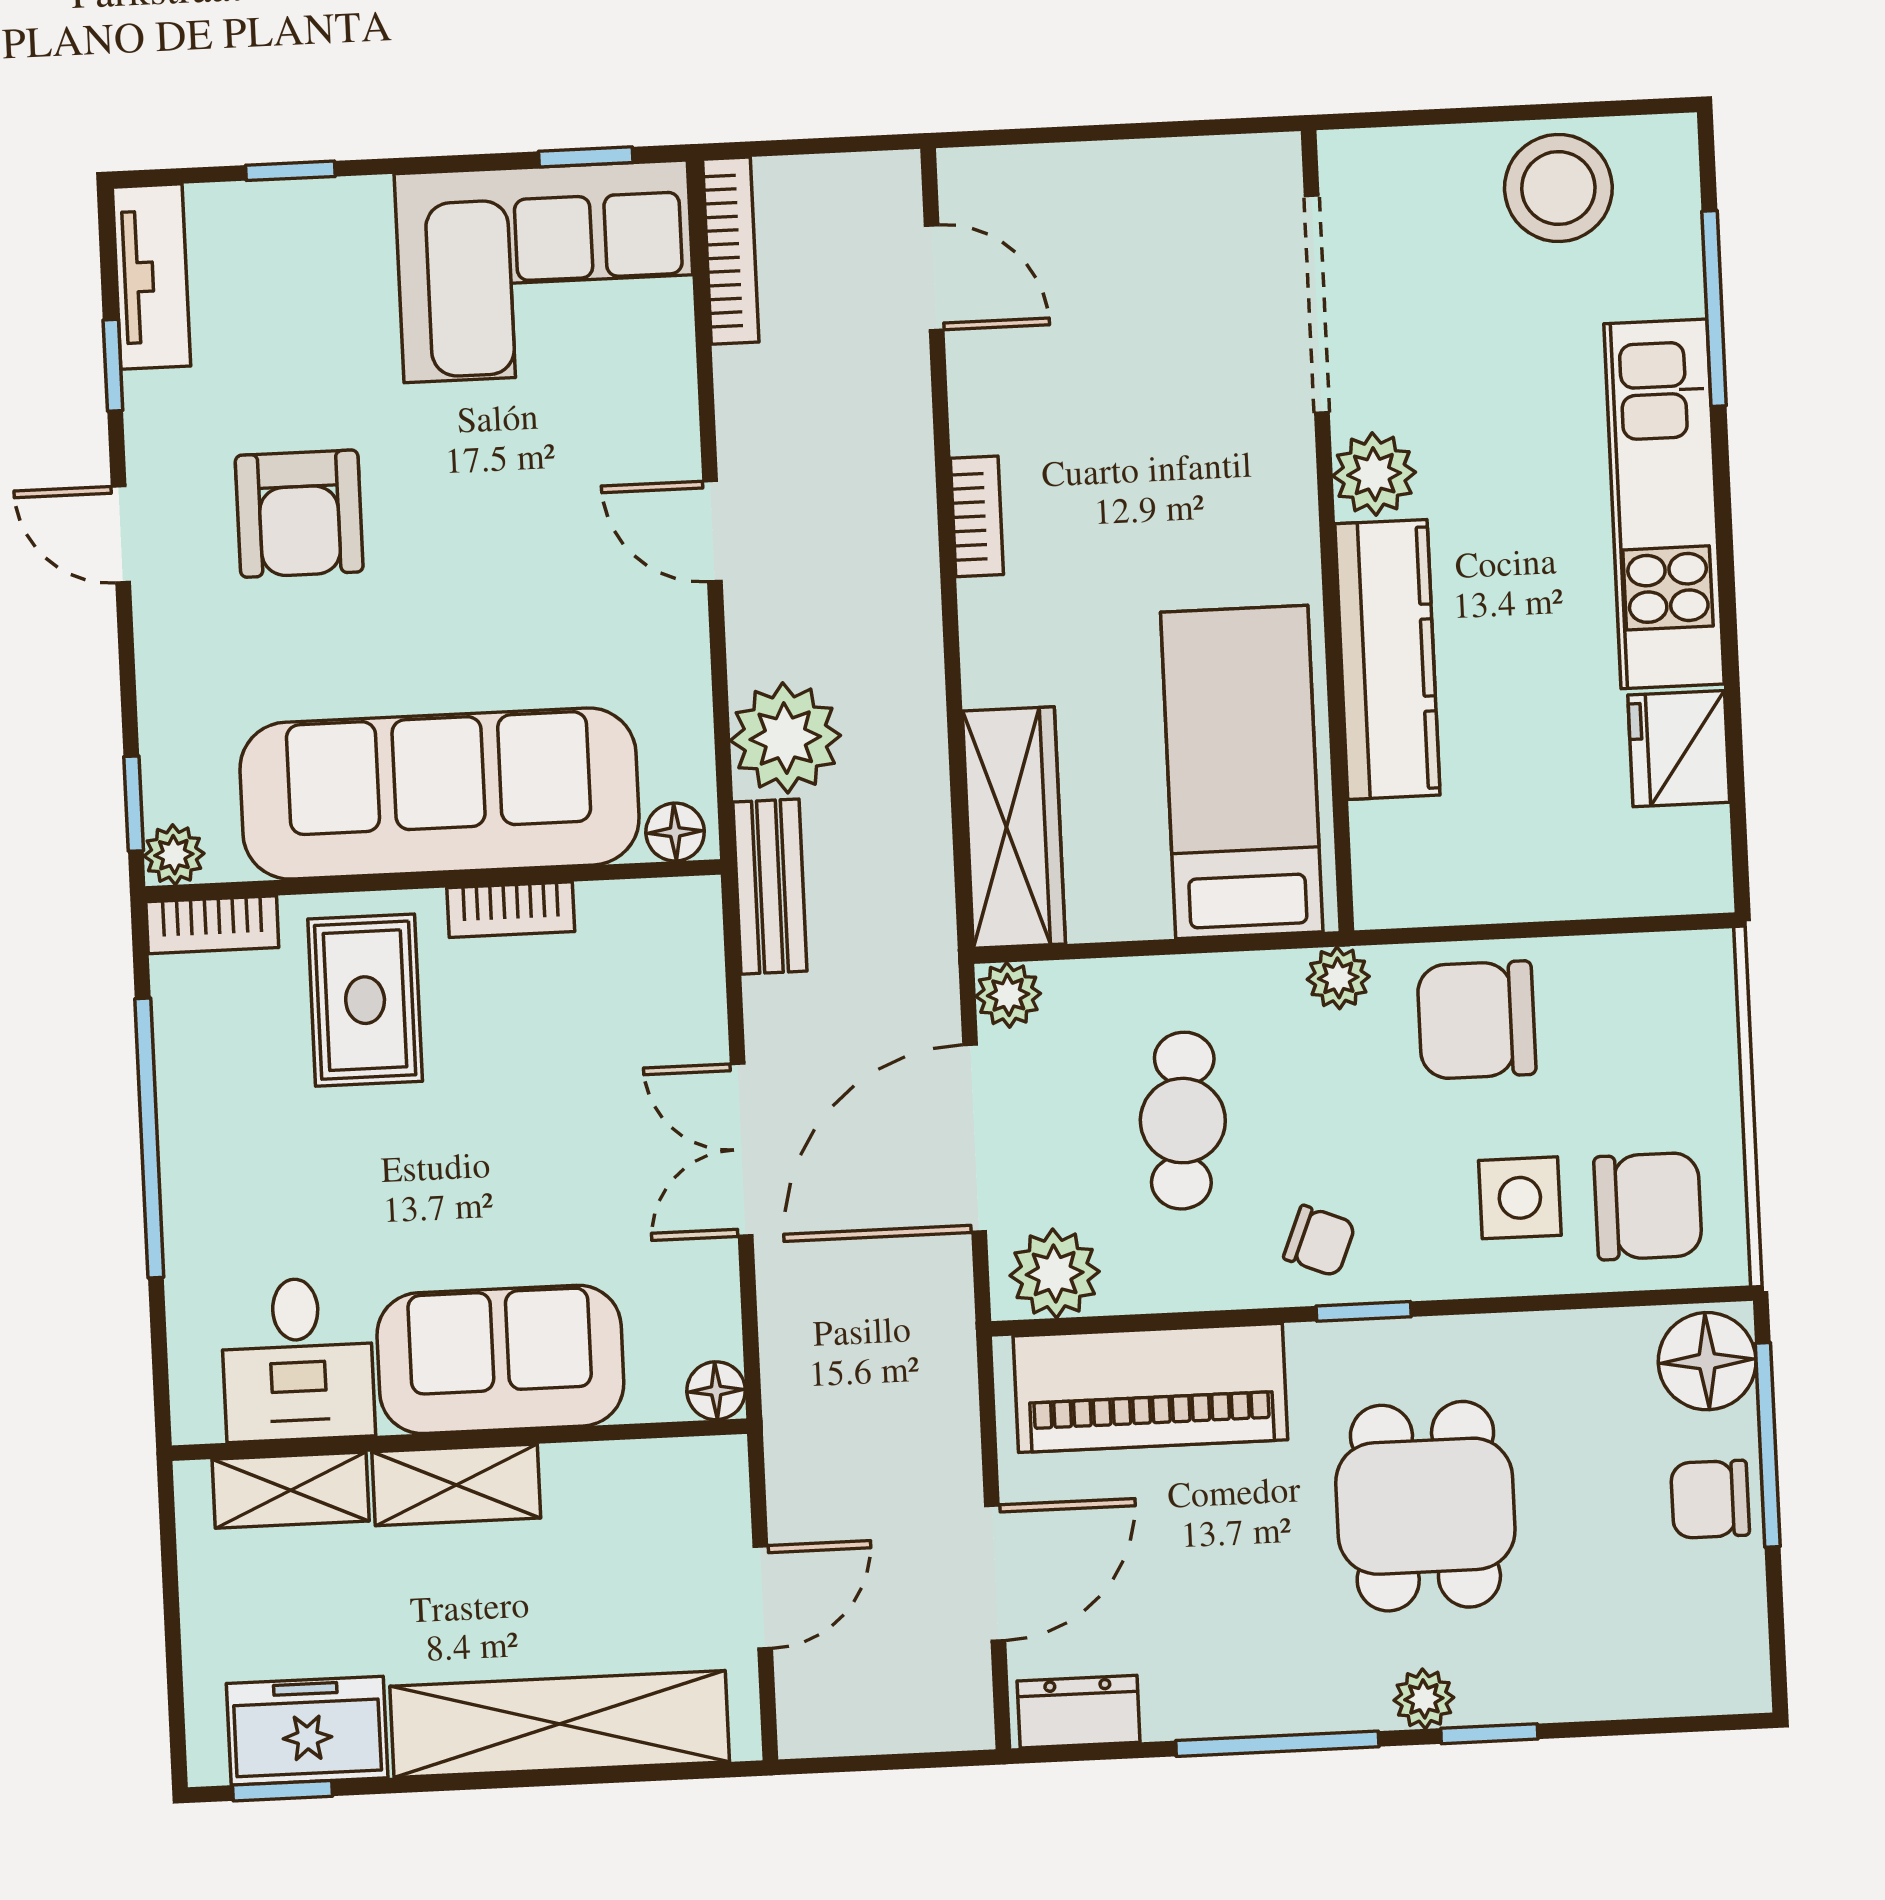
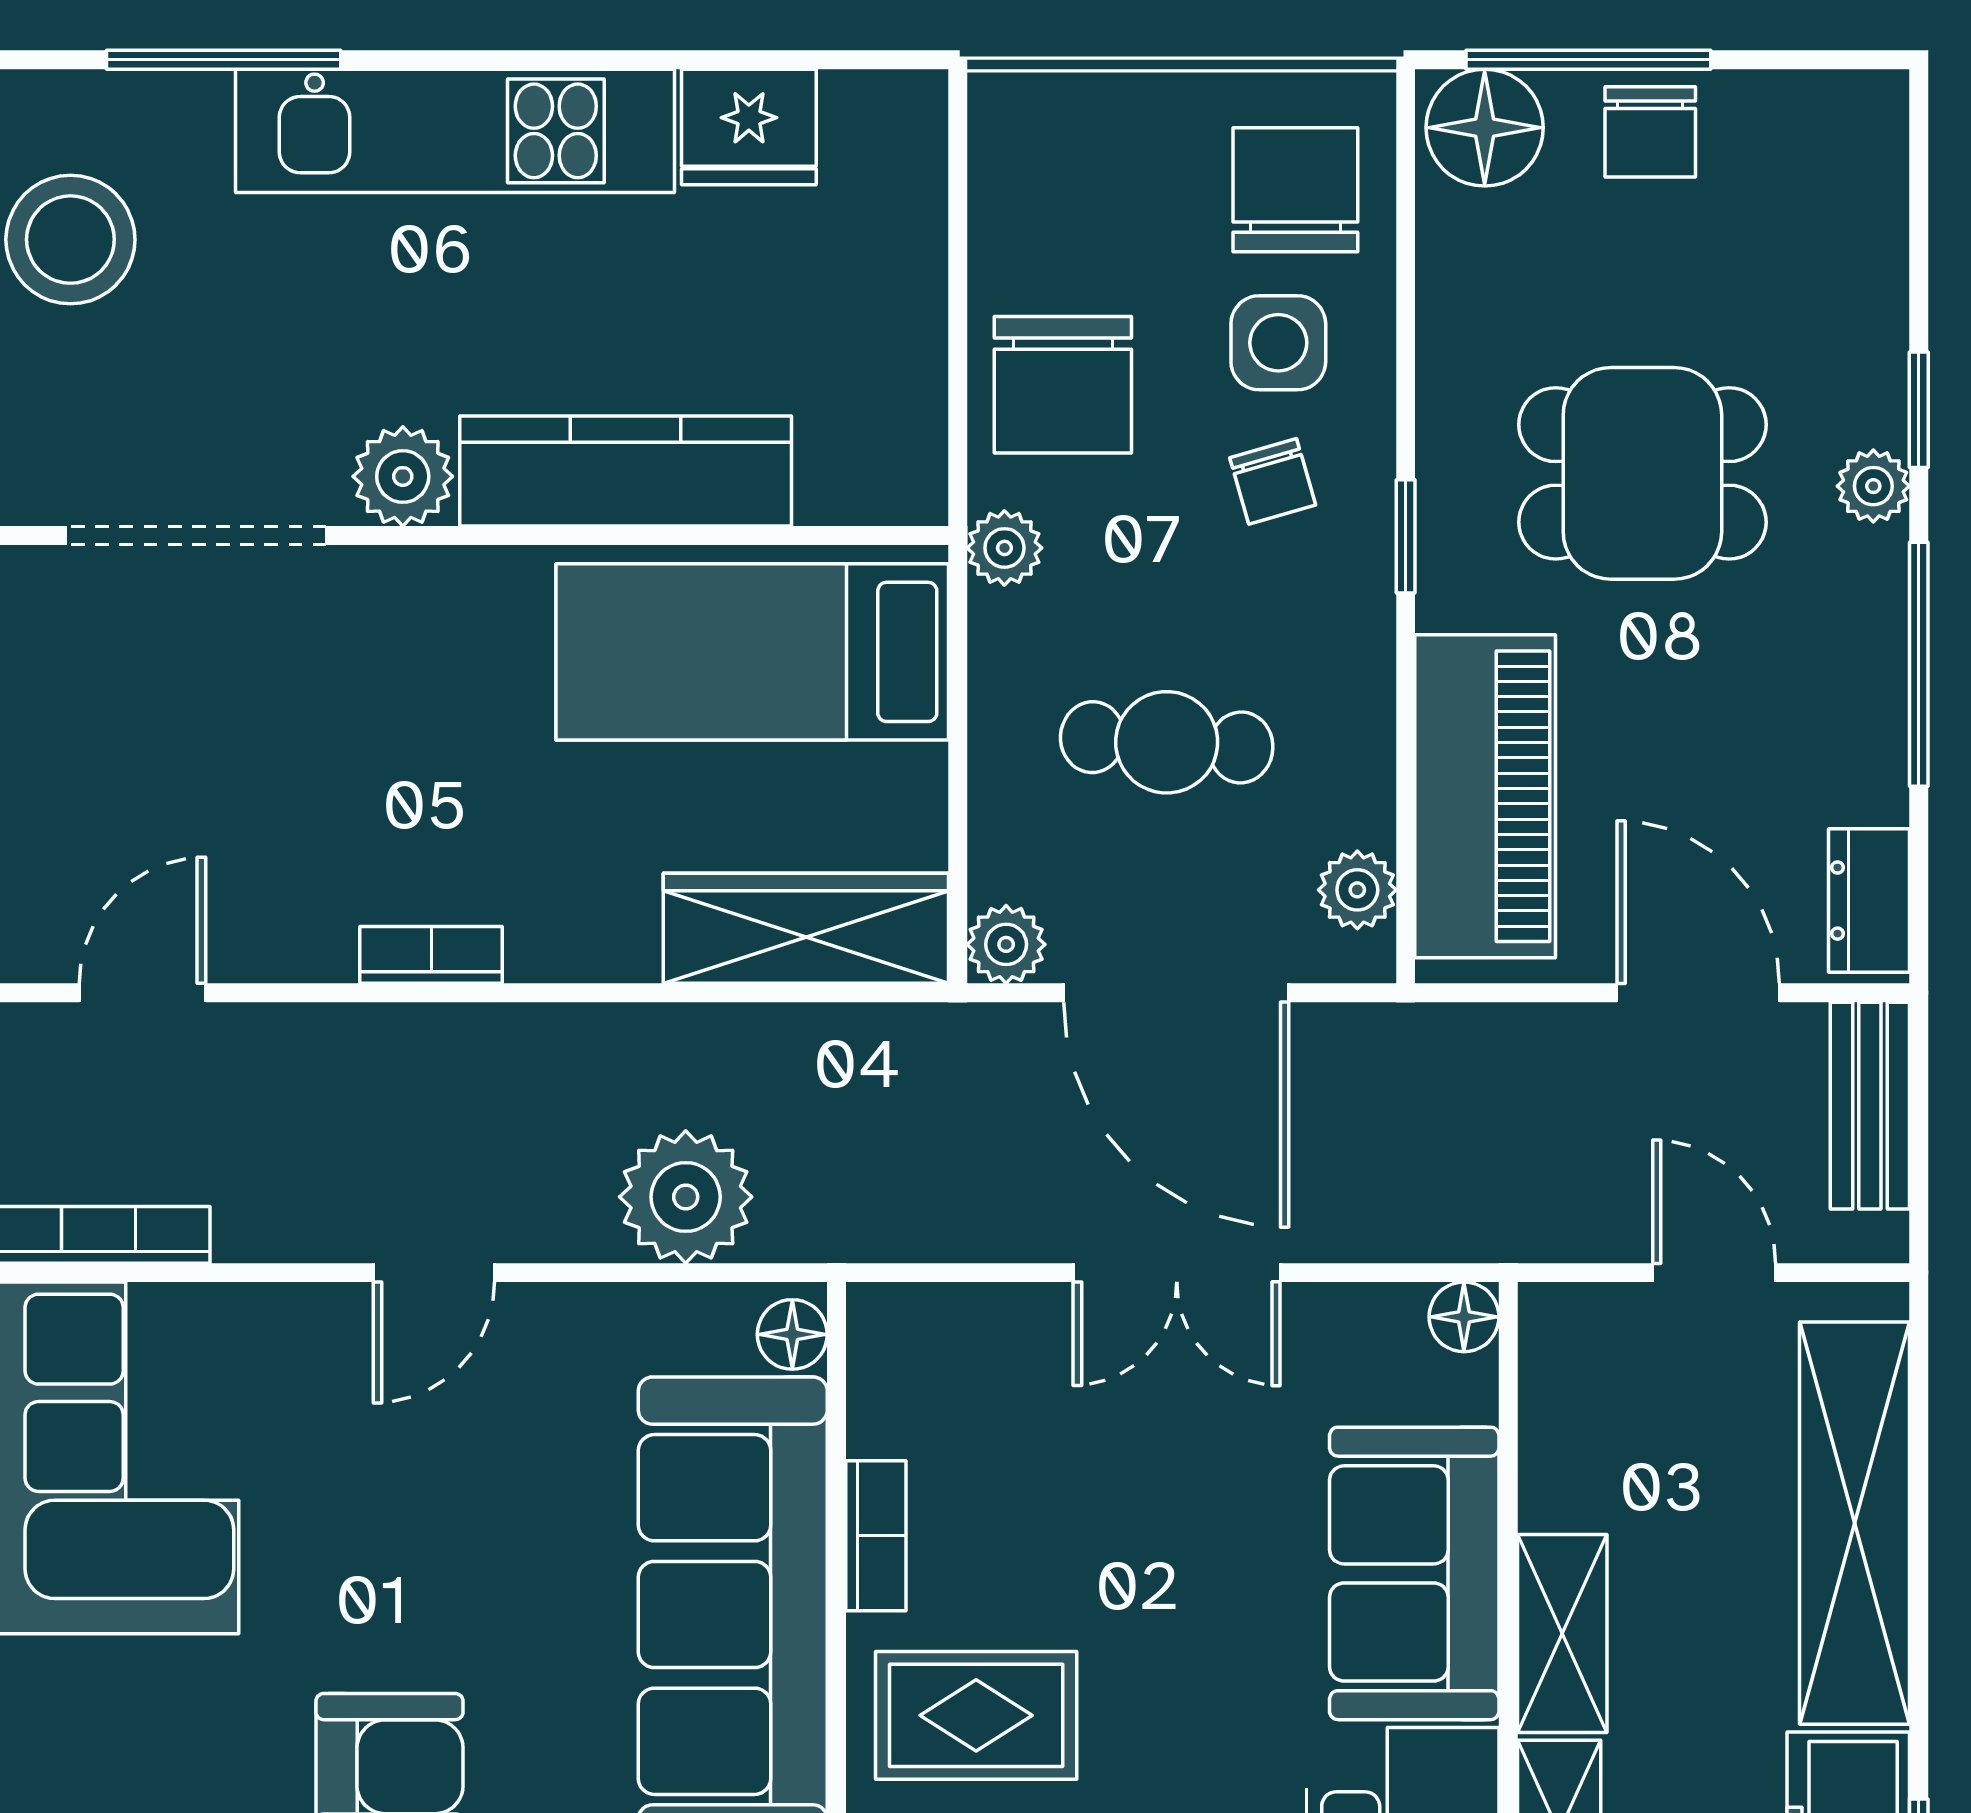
bench: (770, 887) -> (1870, 1106), moved, turned 90
chair: (1320, 1241) -> (1273, 481), moved, turned 142
plant: (1055, 1273) -> (1357, 890), width x0.73, depth x0.73

